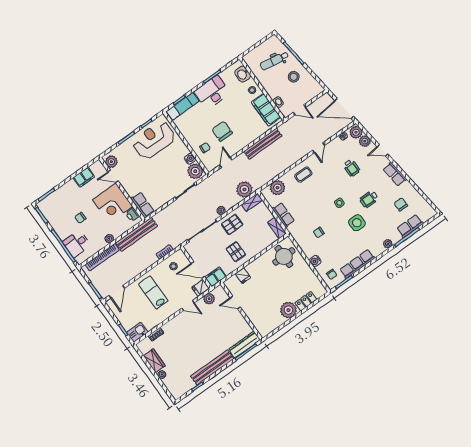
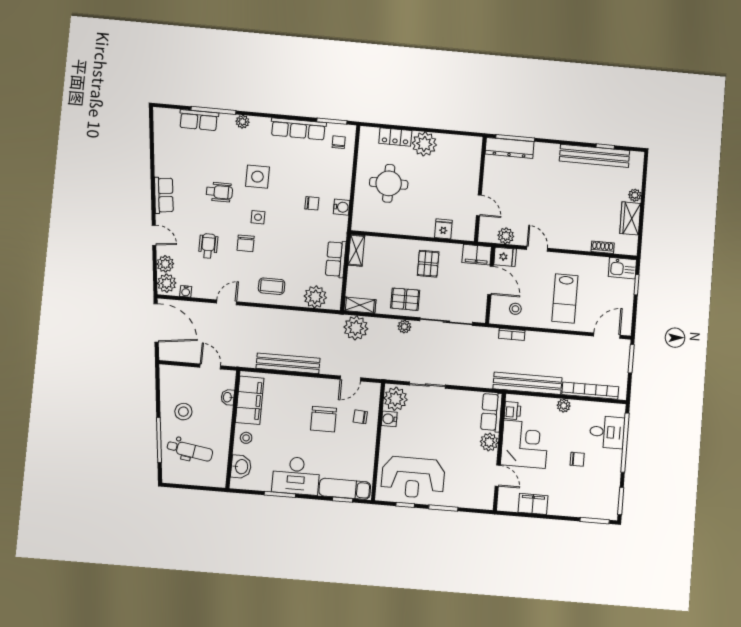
plant: (111, 162) -> (489, 442), moved
chair: (401, 204) -> (246, 243), moved
round table: (284, 256) -> (389, 183), moved
water cooler: (315, 261) -> (342, 207), moved
bench: (212, 367) -> (594, 156), moved

